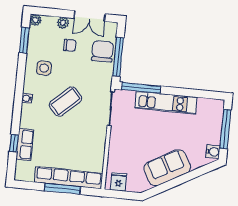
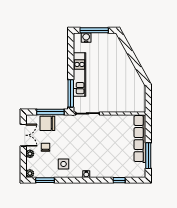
coffee table: (66, 102) -> (86, 146), removed
row of seats: (25, 145) -> (119, 172), removed
water cooler: (213, 152) -> (86, 38), moved
sofa: (167, 168) -> (126, 69), removed
fridge: (119, 182) -> (139, 103), removed
window: (62, 189) -> (148, 156), moved

